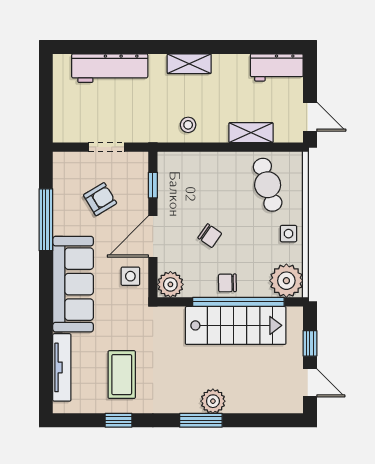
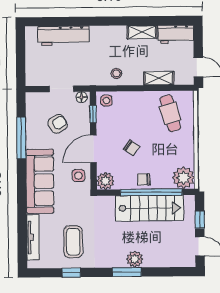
shelving: (189, 64) -> (142, 32), moved
floor lamp: (136, 160) -> (82, 97), added
side table: (289, 234) -> (106, 101), moved

